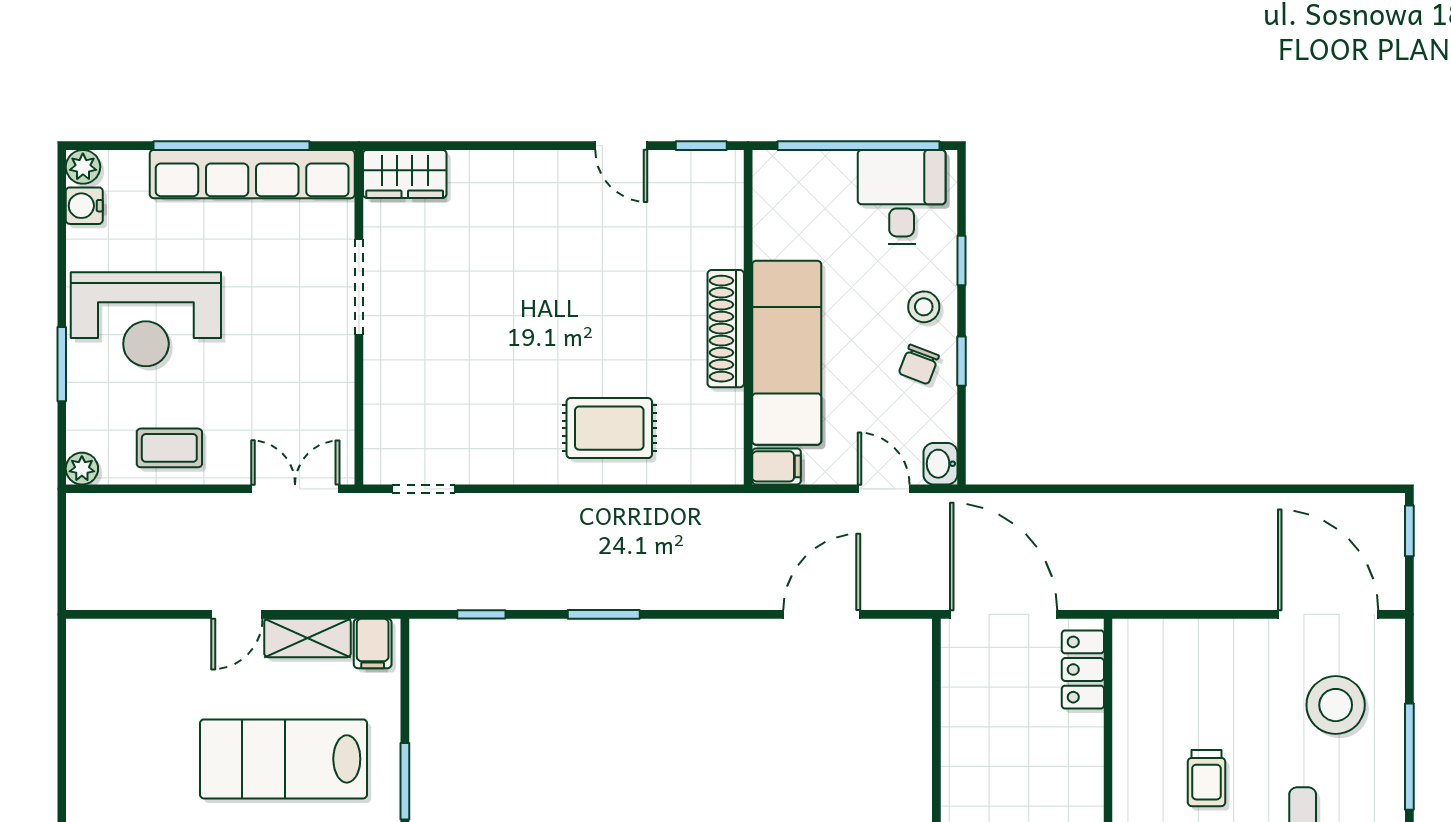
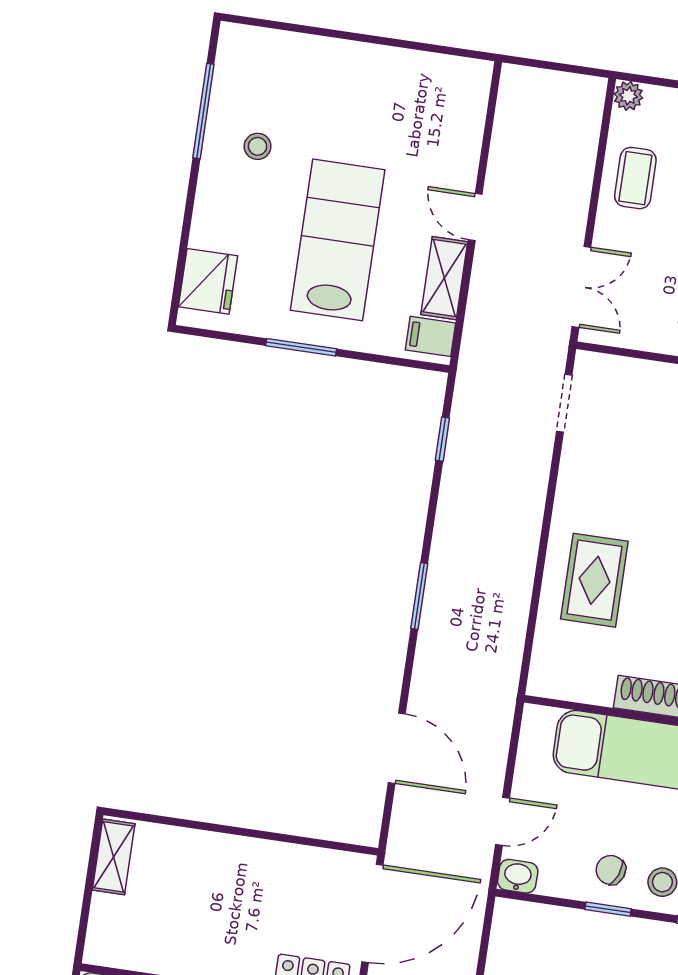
filing cabinet: (777, 466) -> (537, 727), removed
window: (604, 614) -> (419, 596), moved

